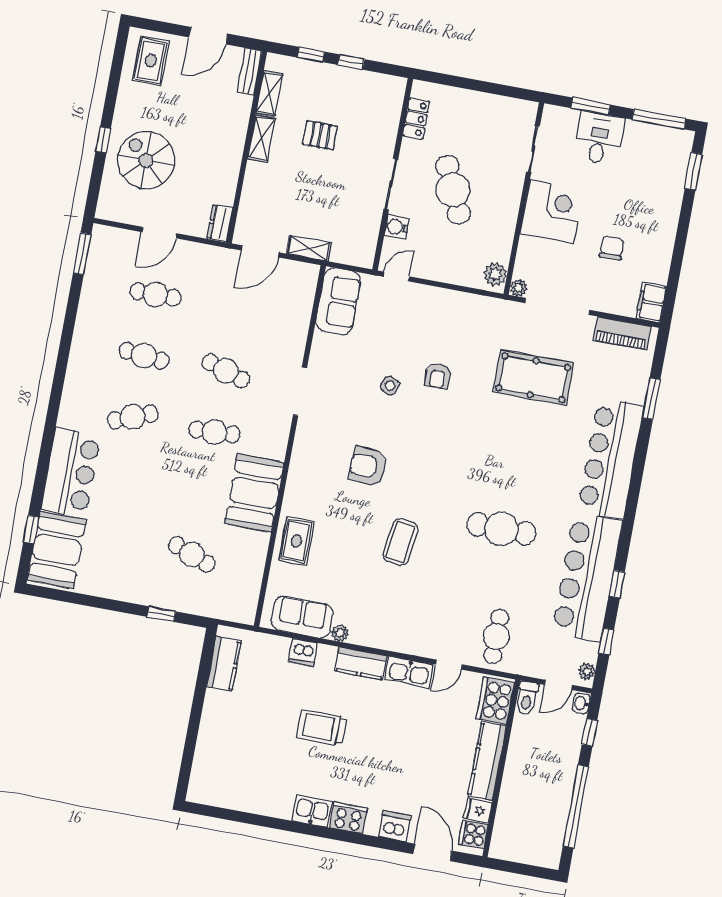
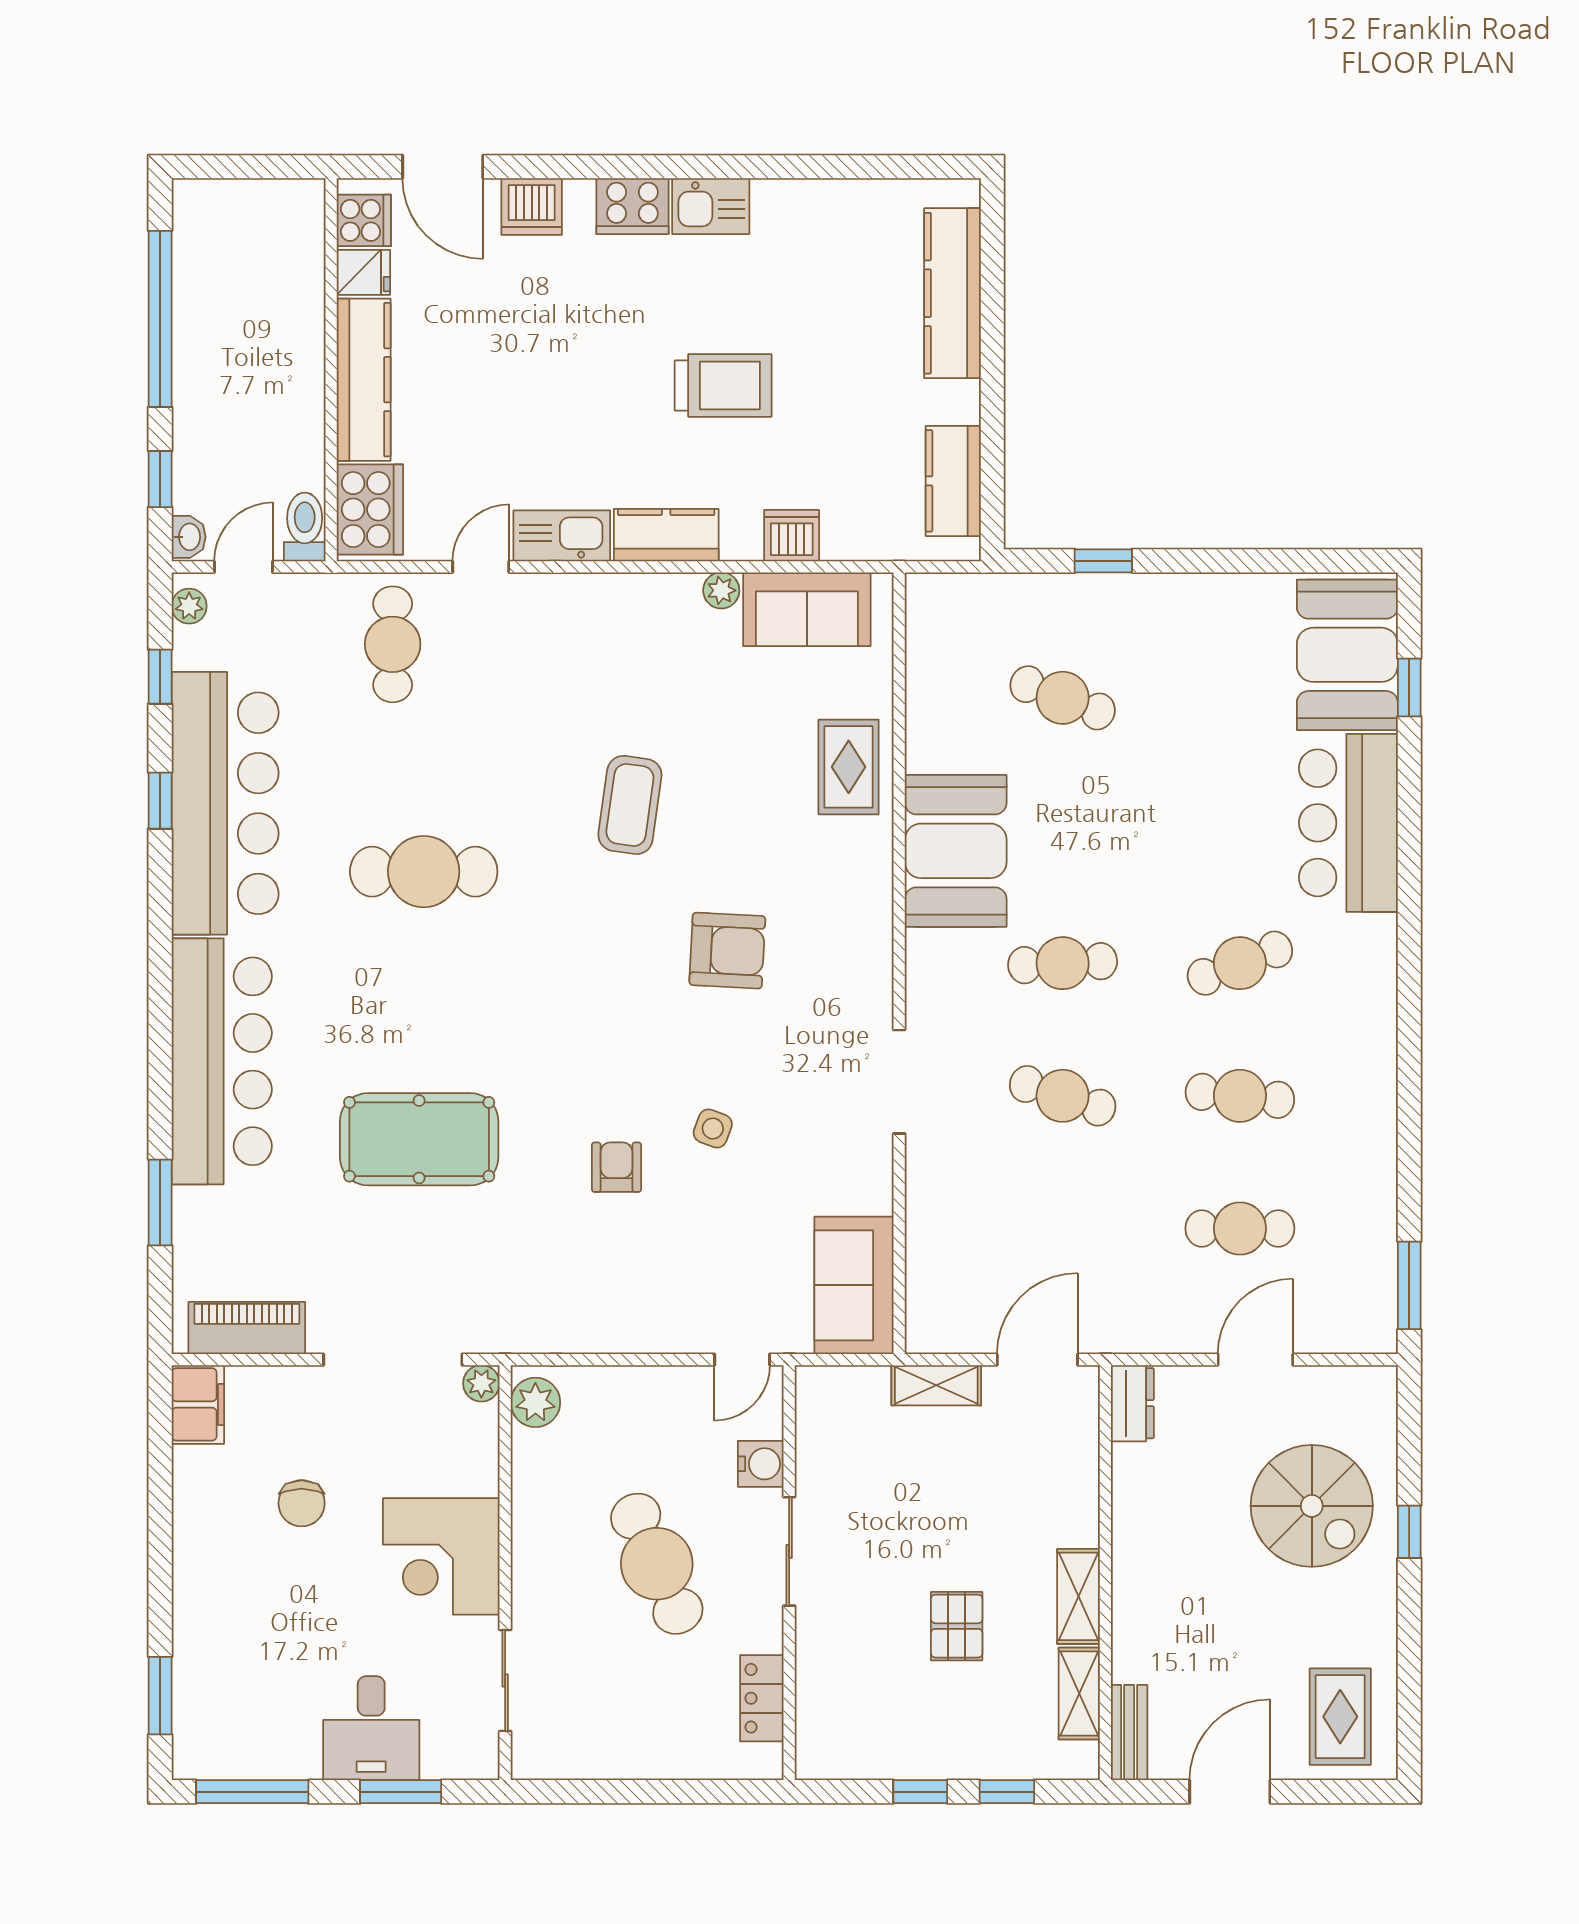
pallet: (320, 135) -> (957, 1626), turned 90
pool table: (533, 378) -> (419, 1139), moved
kitchen counter: (208, 750) -> (952, 293), added

